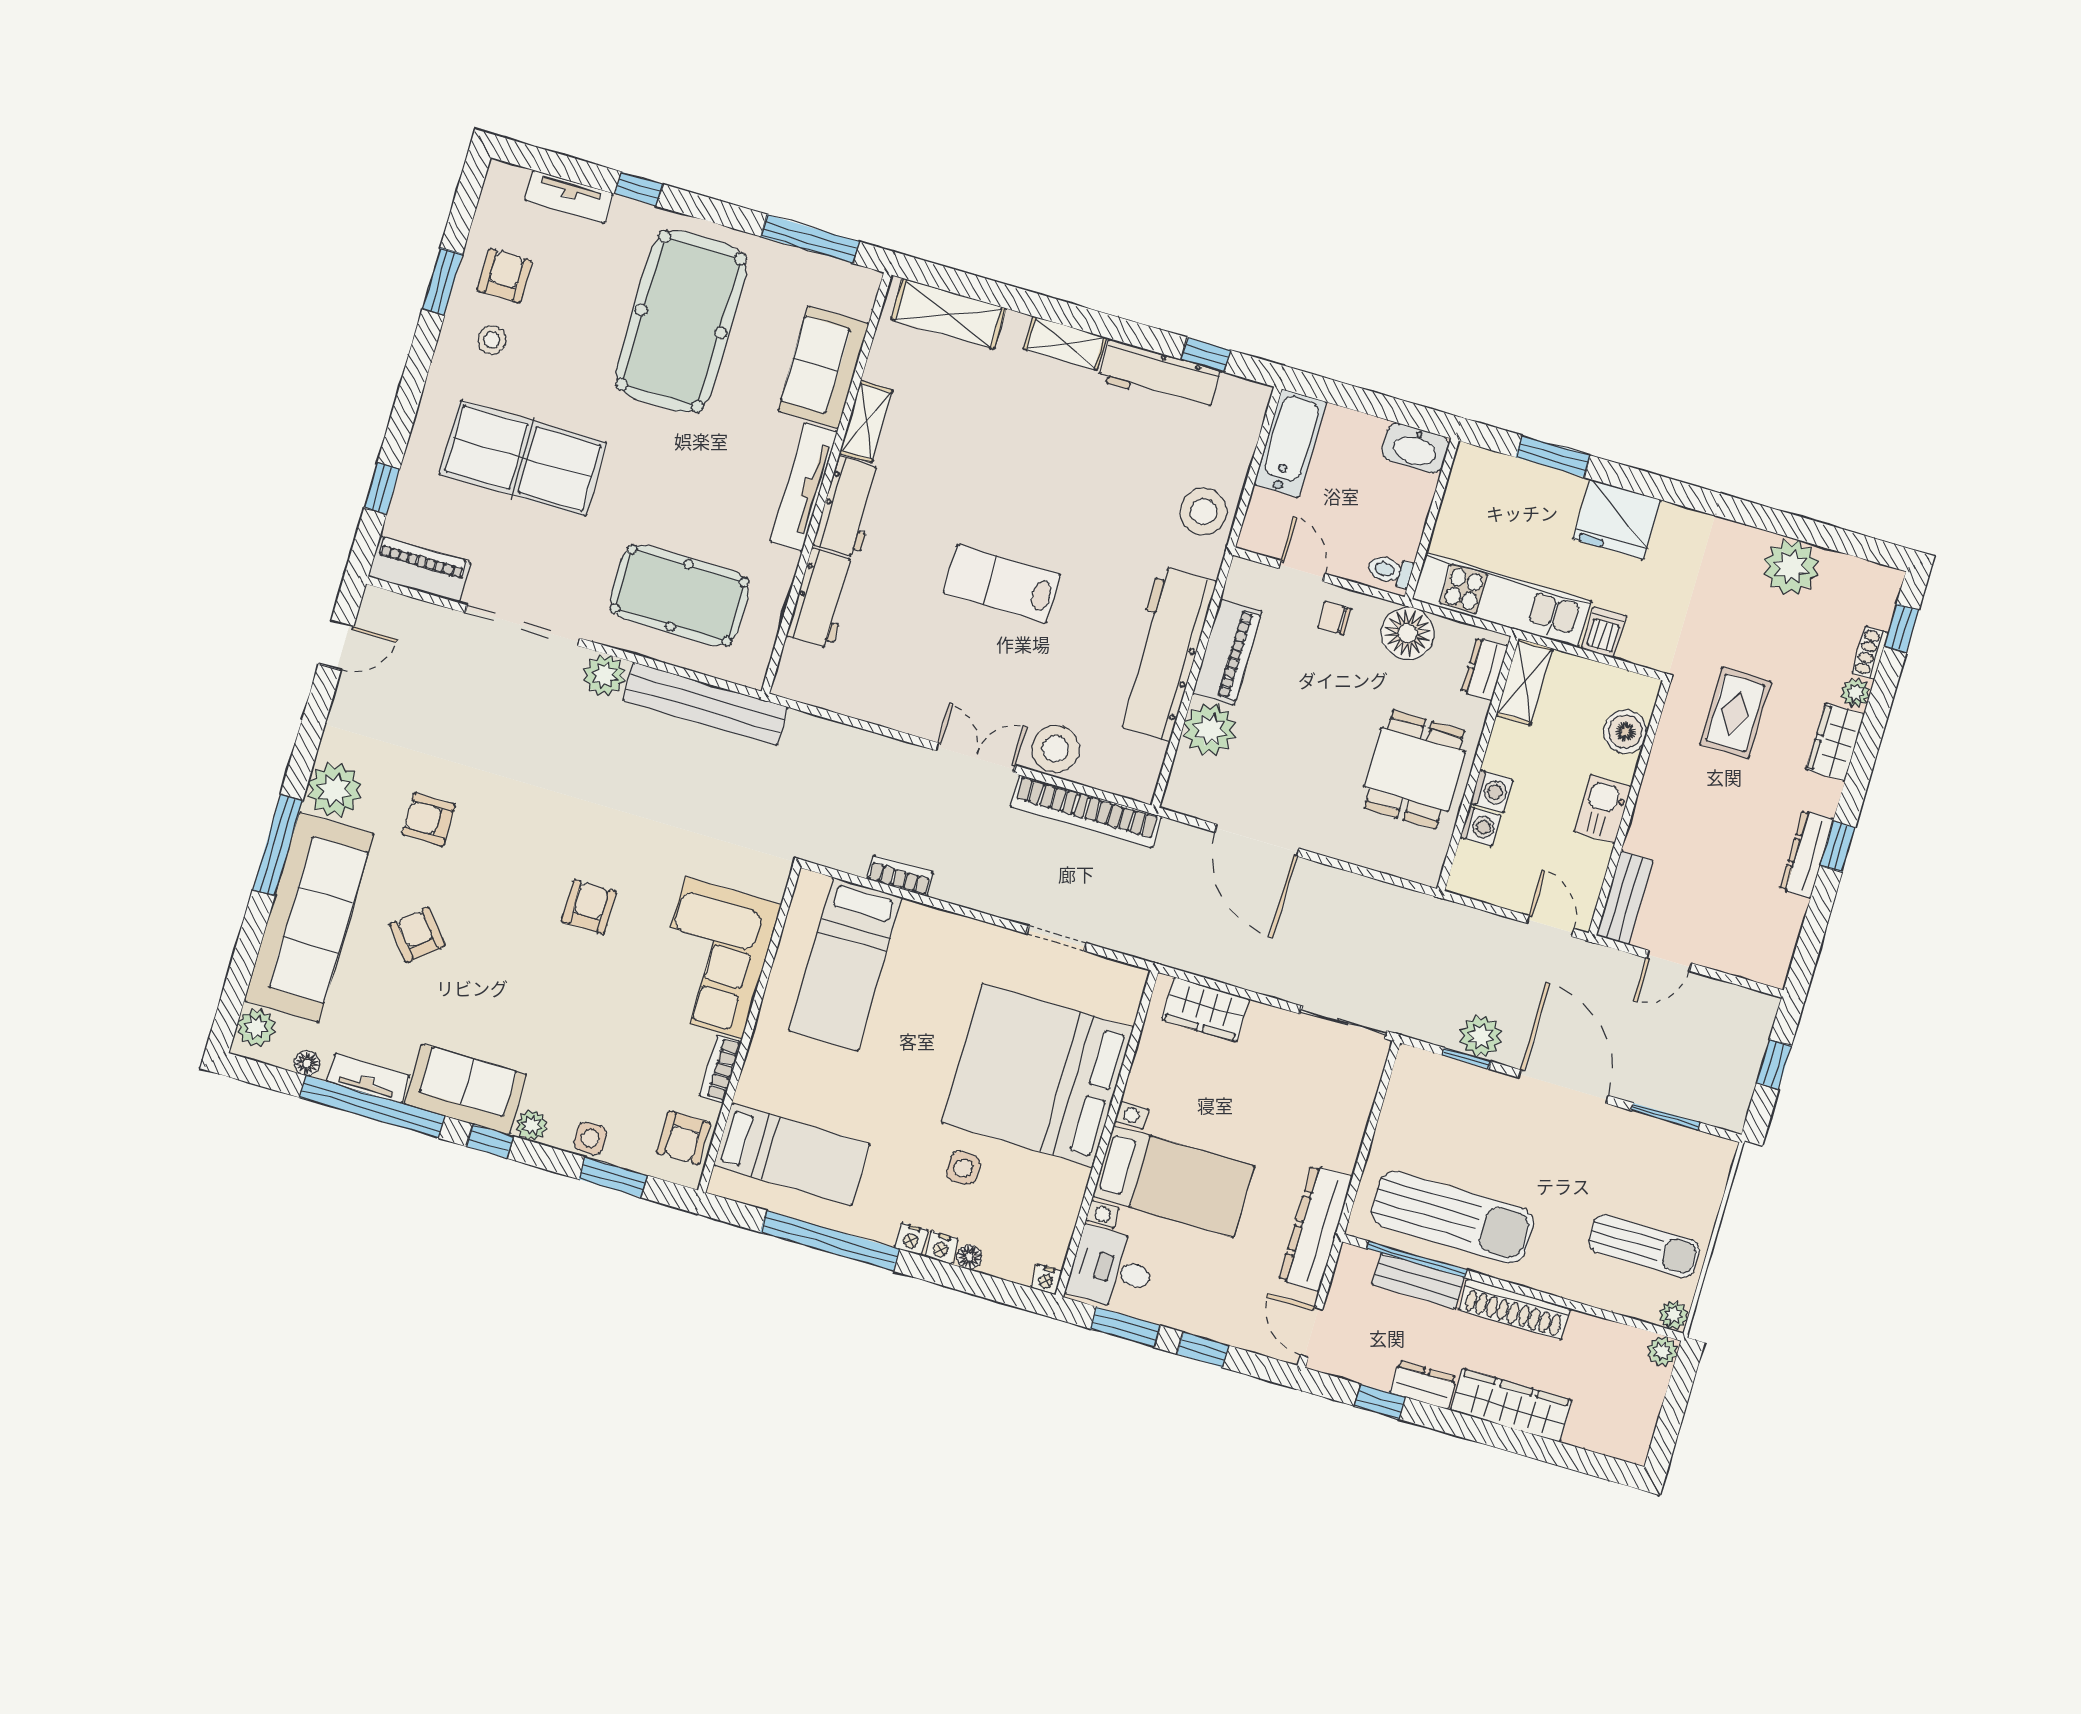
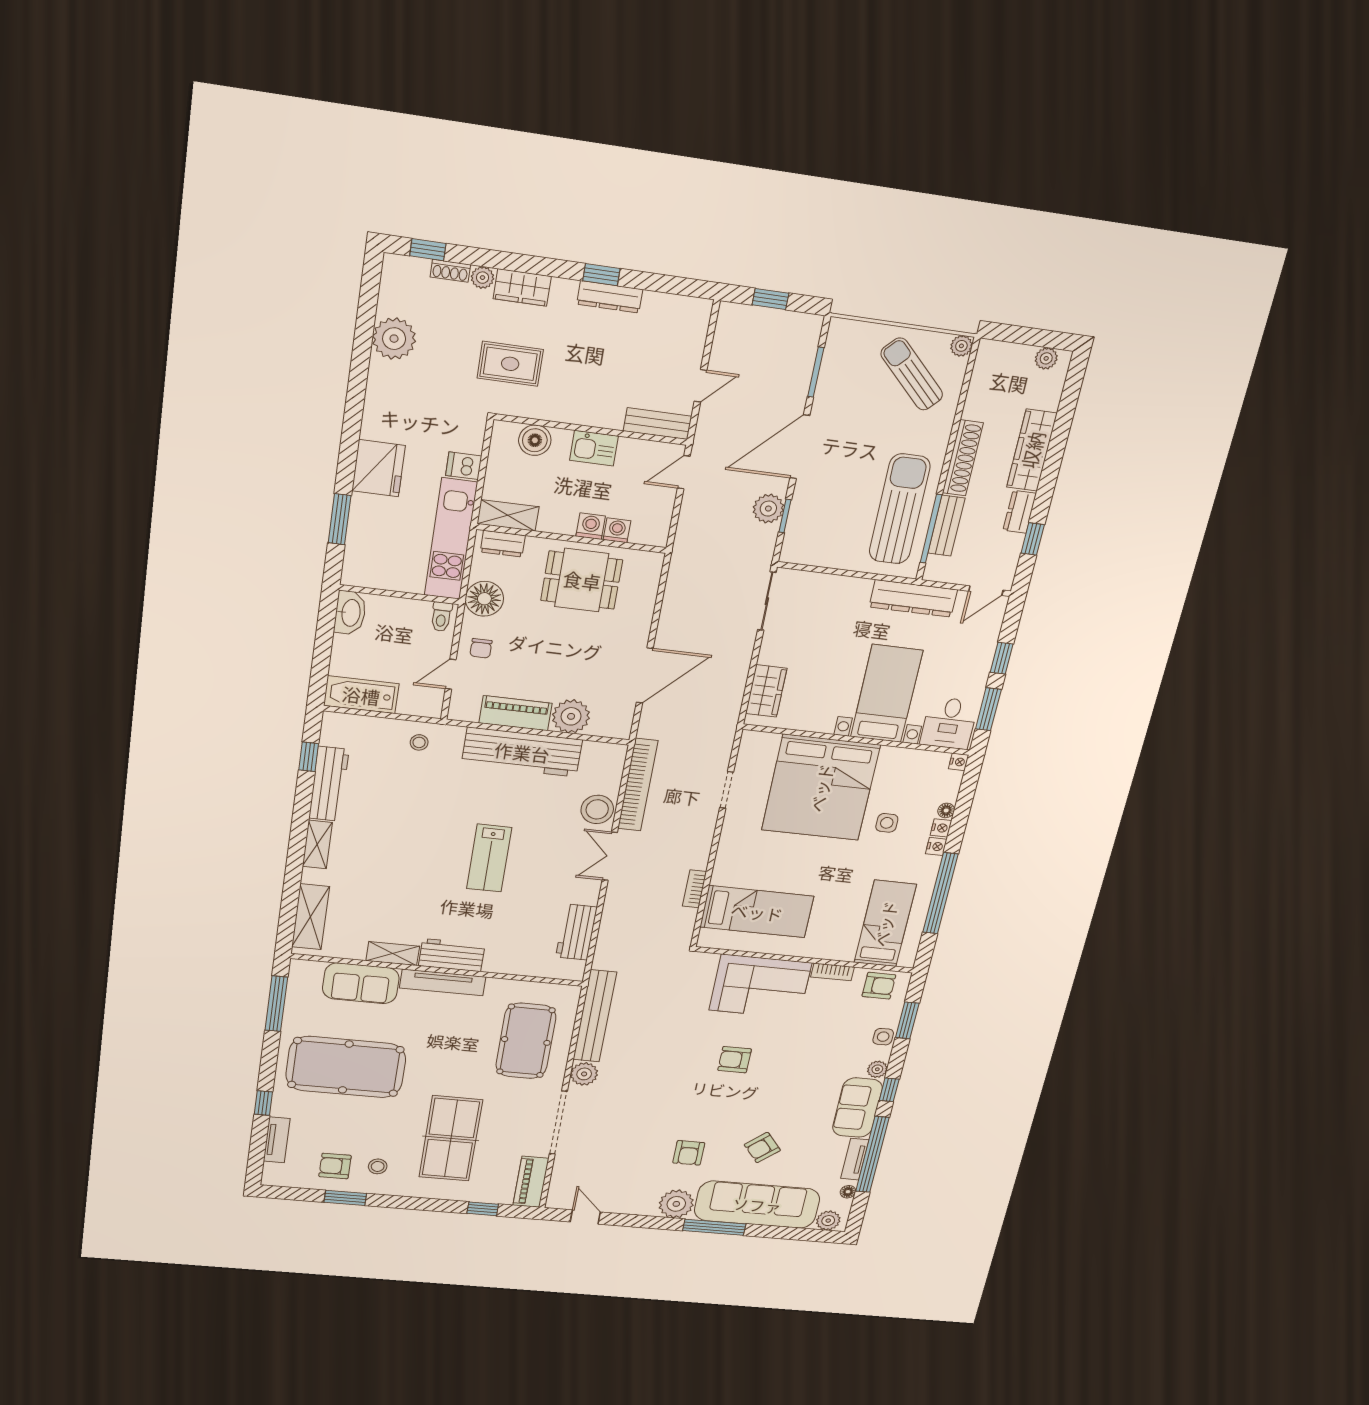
stool: (1203, 512) -> (419, 742), width x0.53, depth x0.53
workbench: (822, 599) -> (576, 932), moved, turned -90
door: (1669, 961) -> (701, 386), hinge flipped
sun lounger: (1644, 1246) -> (912, 374), turned -46
plant: (1662, 1351) -> (1046, 358), moved

